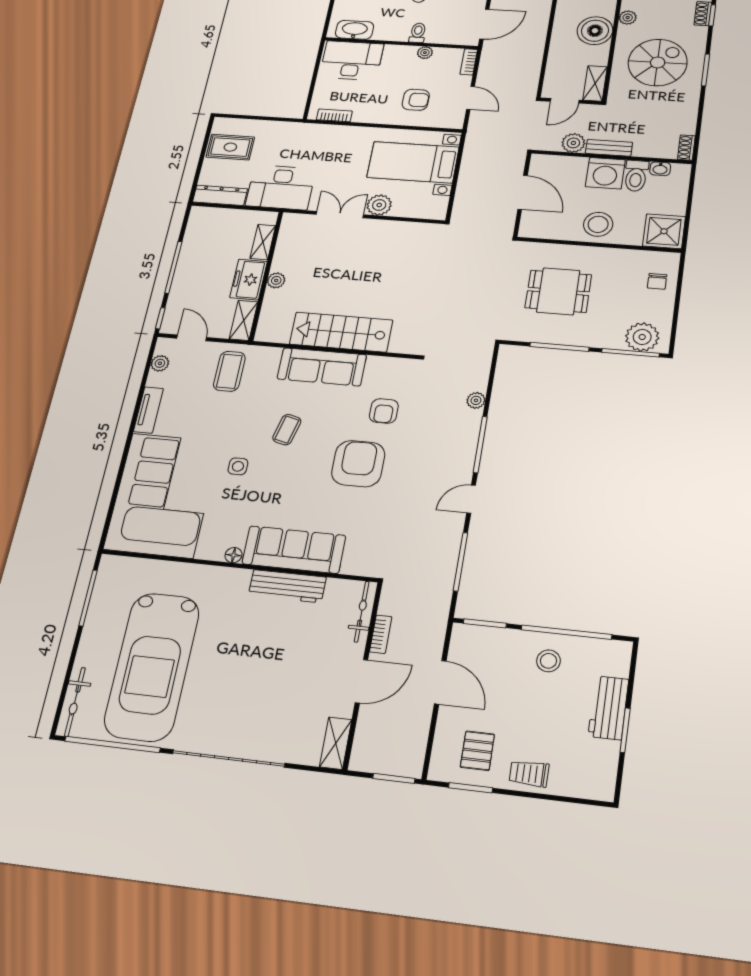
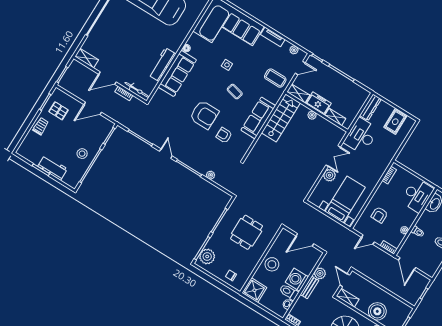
stairs: (341, 332) -> (281, 118), moved
door: (361, 681) -> (107, 78), hinge flipped

